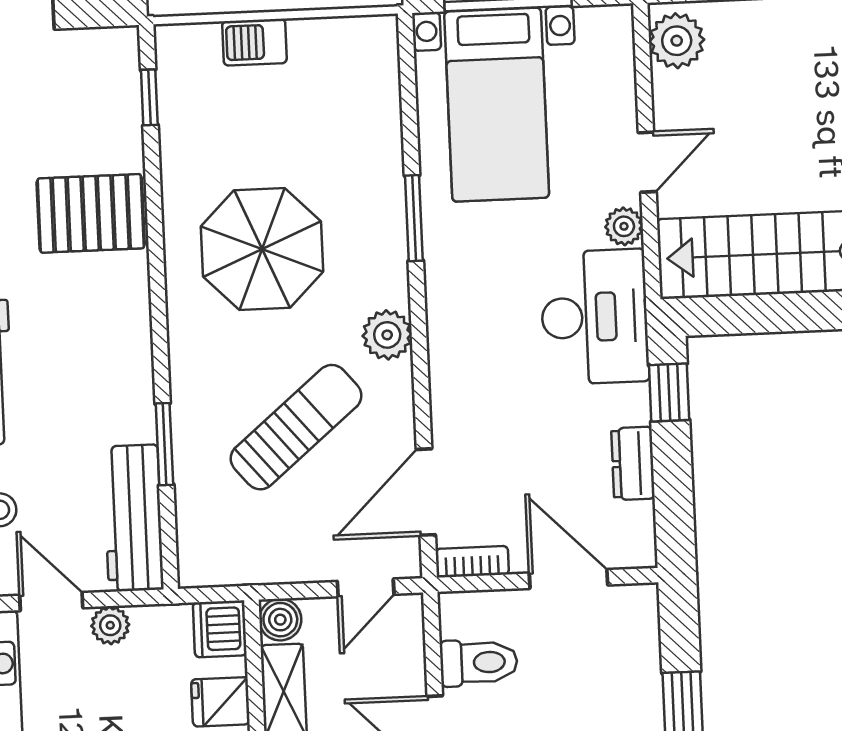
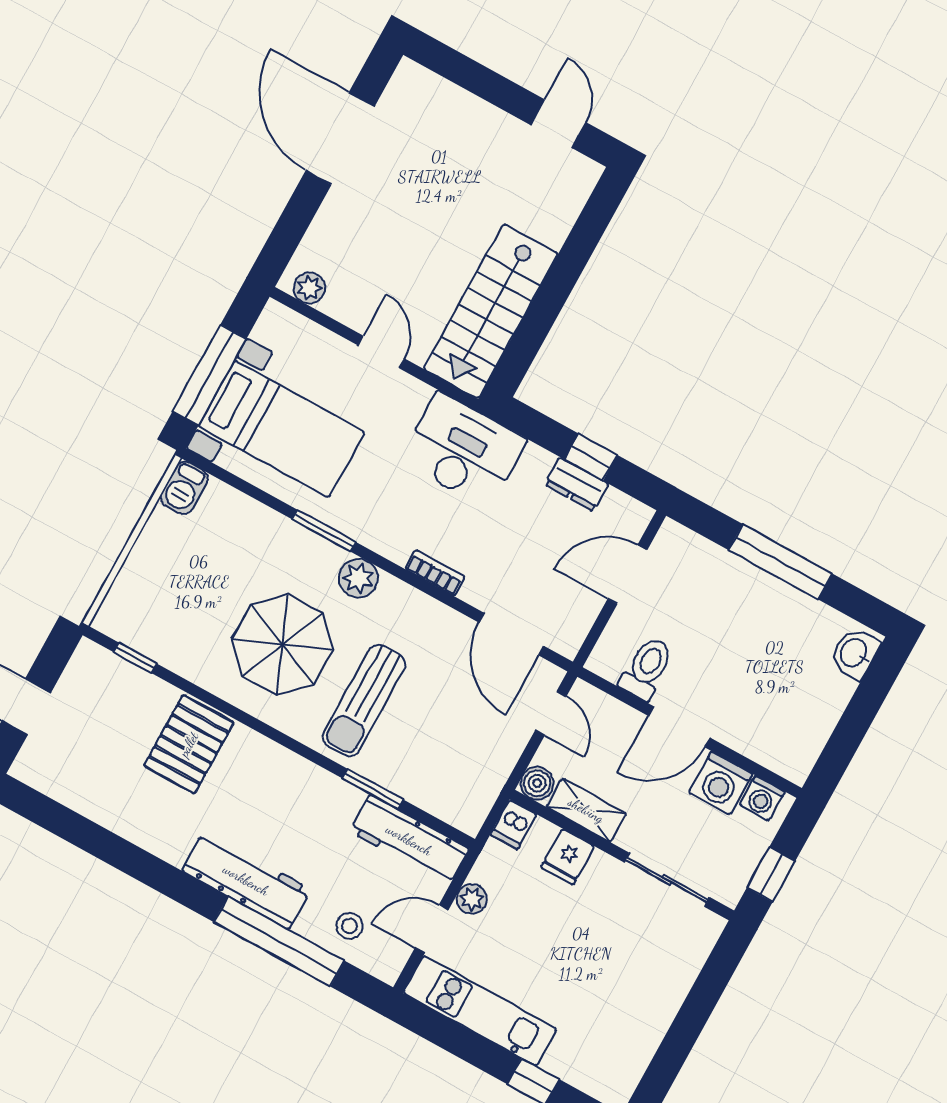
plant: (677, 41) -> (309, 288), width x0.73, depth x0.73
barbecue: (254, 42) -> (184, 488), moved
plant: (624, 226) -> (415, 394), removed
plant: (387, 335) -> (358, 578), moved
window: (669, 392) -> (591, 457), moved
sun lounger: (296, 427) -> (364, 700), moved, turned -140
bookcase: (472, 562) -> (435, 573), moved, turned 90
dishwasher: (220, 629) -> (514, 825), width x0.73

